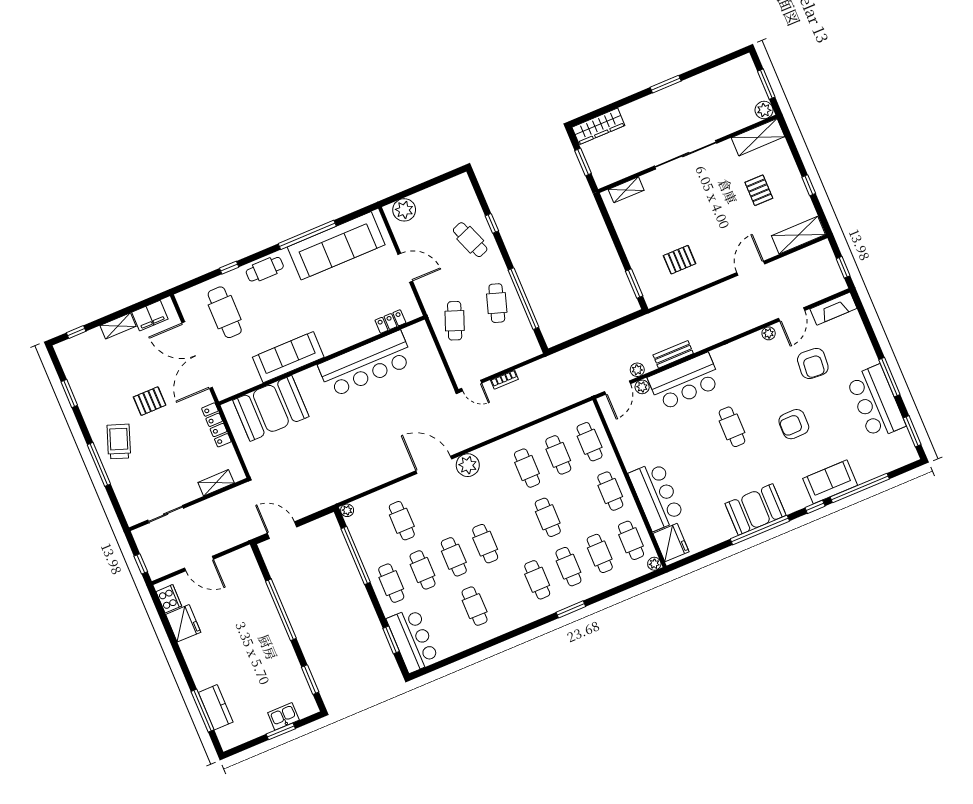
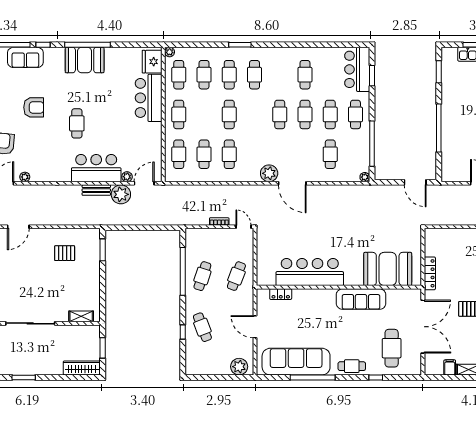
filing cabinet: (150, 316) -> (450, 367), width x0.50
plant: (637, 370) -> (121, 194), width x1.87, depth x1.87
shelving: (216, 483) -> (447, 234), removed

